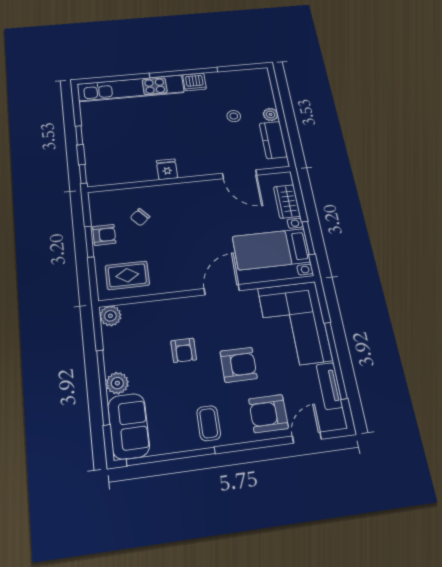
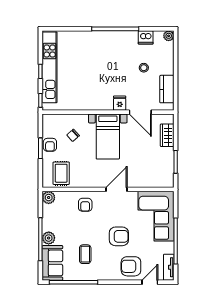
dishwasher: (195, 82) -> (146, 37), moved
kitchen unit: (131, 88) -> (50, 67), moved, turned -90
plant: (271, 114) -> (169, 36), moved
fridge: (167, 169) -> (120, 103), moved
armchair: (104, 235) -> (50, 145), turned 90
bed with nightstands: (271, 249) -> (108, 137), moved, turned -90
rug: (127, 275) -> (61, 173), turned 90
armchair: (184, 350) -> (85, 205), moved
tv unit: (329, 386) -> (169, 267), moved
coffee table: (209, 423) -> (85, 254), moved

